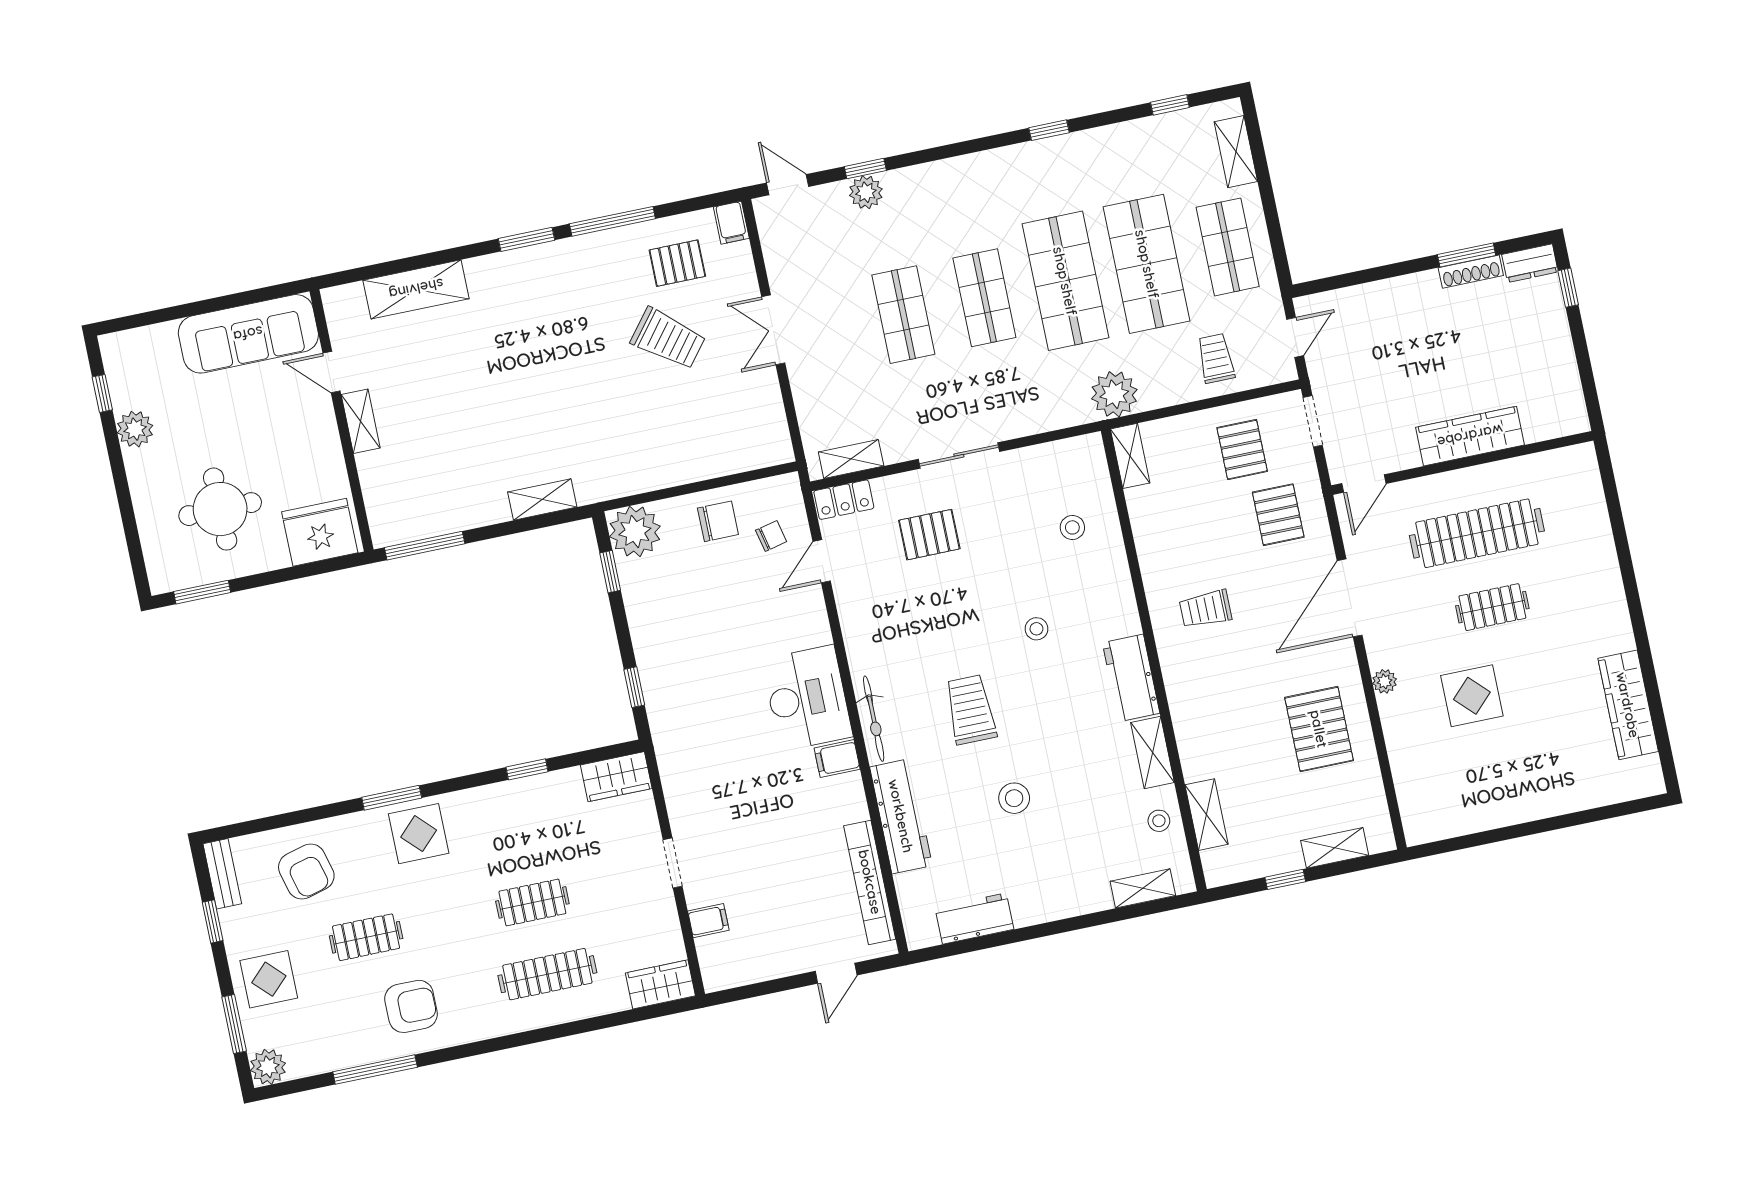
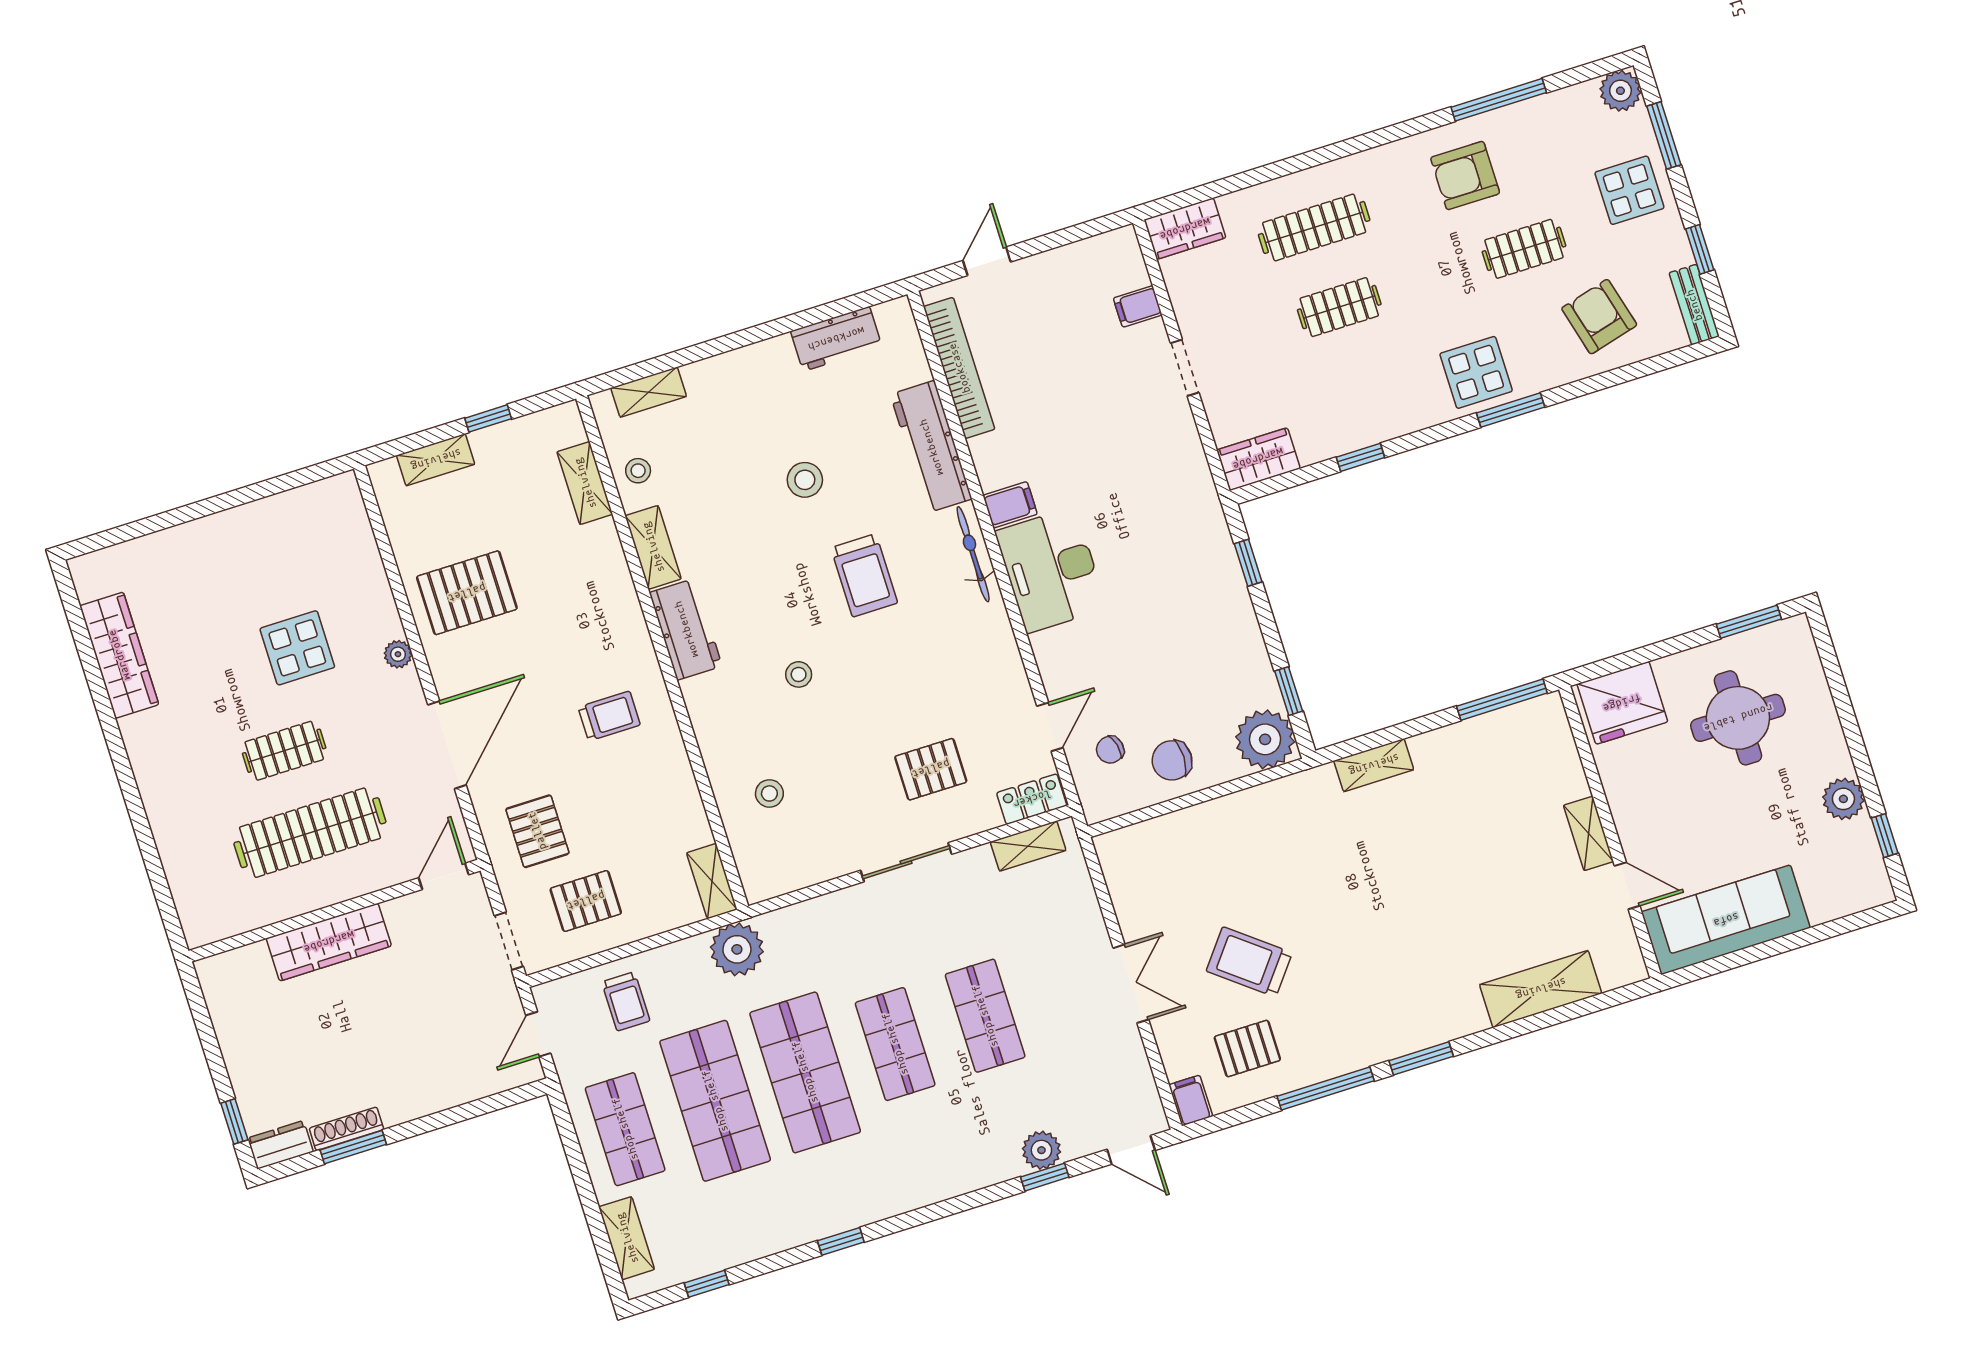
pallet: (1242, 450) -> (586, 901), turned 90
pallet: (1319, 729) -> (467, 593), turned 90

